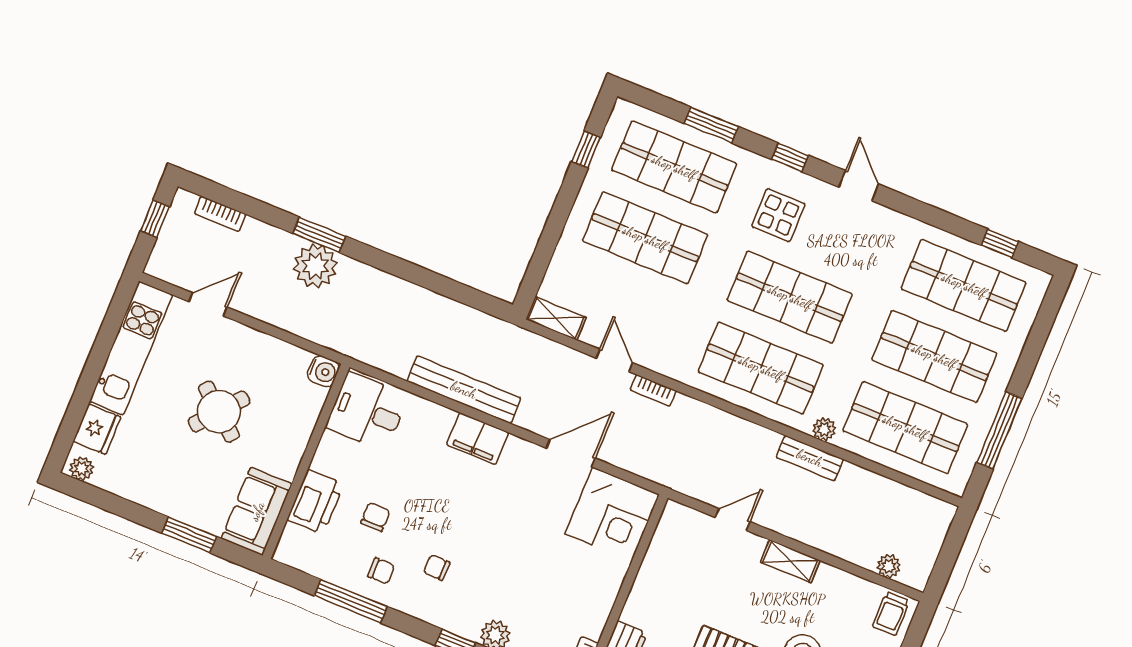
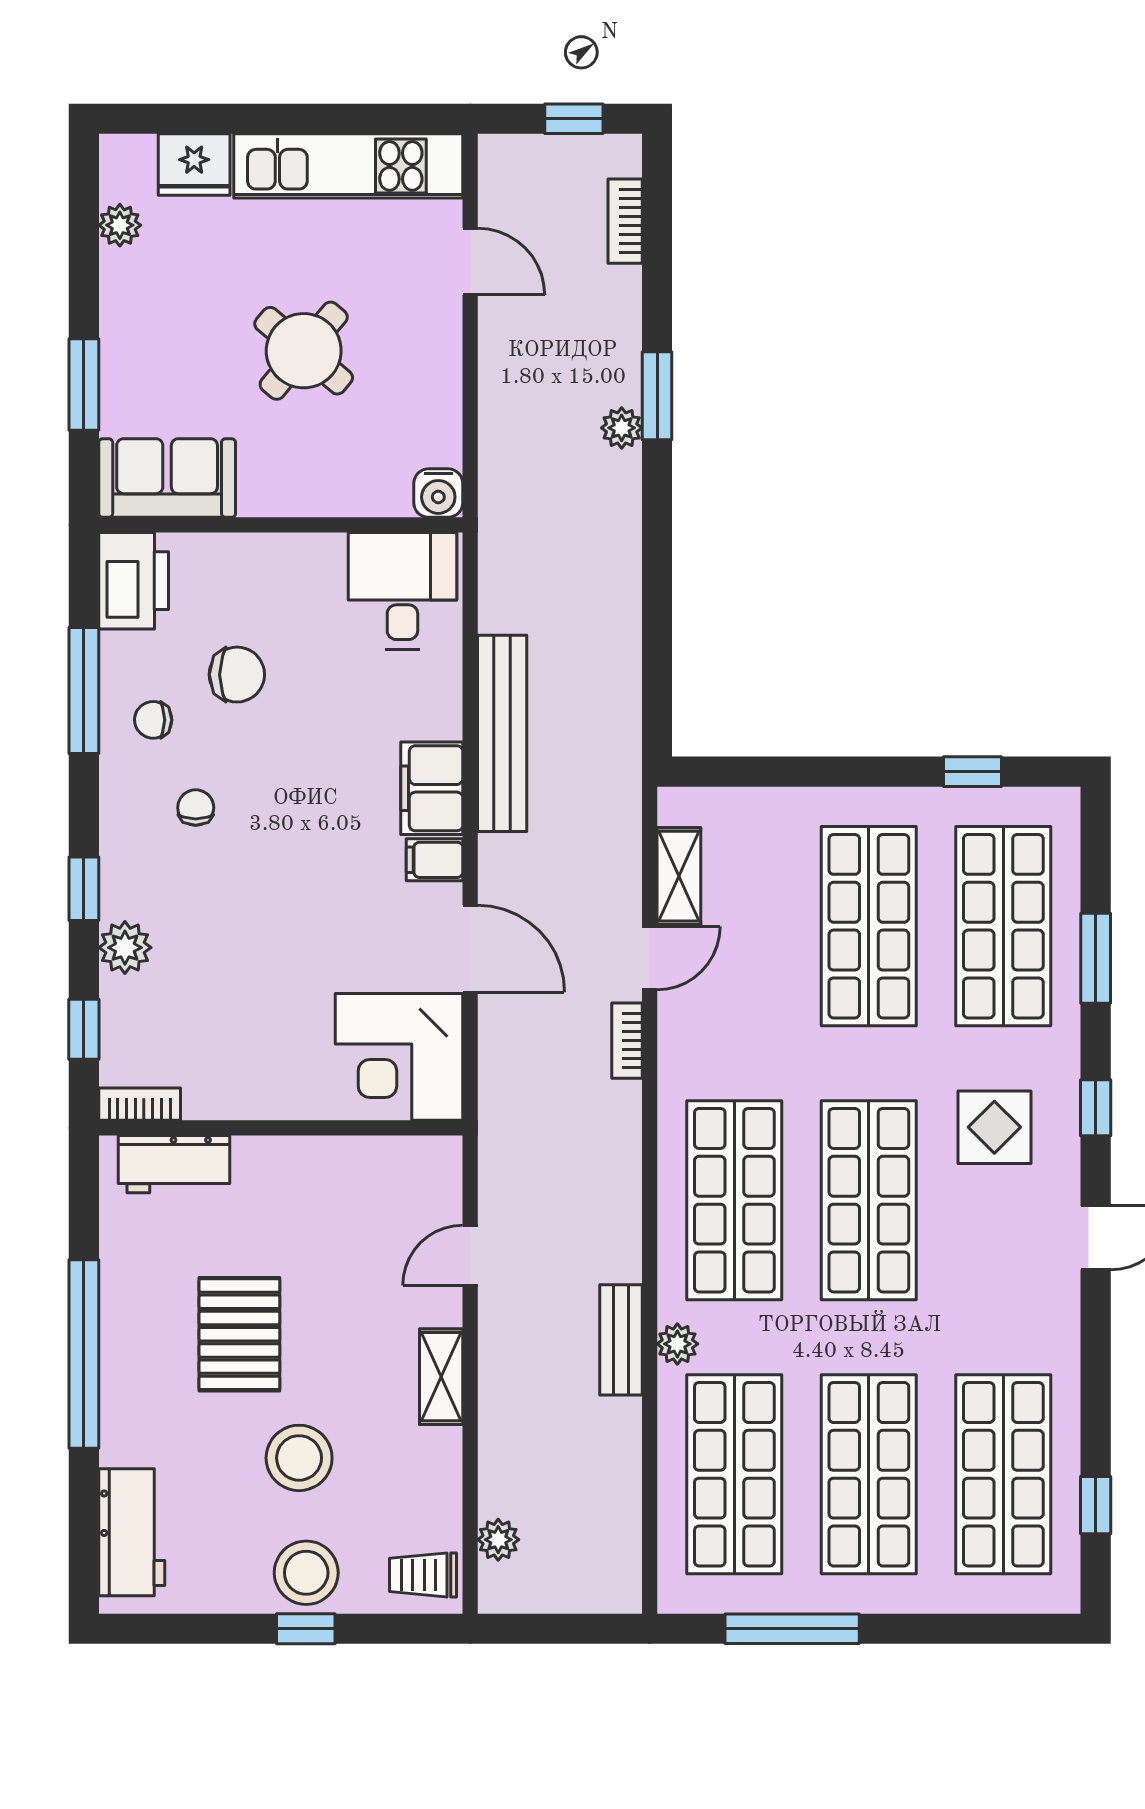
plant: (315, 266) -> (622, 428), width x0.53, depth x0.53
shelving: (556, 318) -> (679, 876), moved
filing cabinet: (516, 453) -> (434, 860), added
plant: (82, 469) -> (120, 225), moved
printer: (315, 502) -> (134, 581), moved, turned -90
chair: (375, 517) -> (237, 675), width x1.37, depth x1.37
door: (733, 520) -> (470, 1255), swing flipped
chair: (381, 571) -> (153, 720), turned 90

